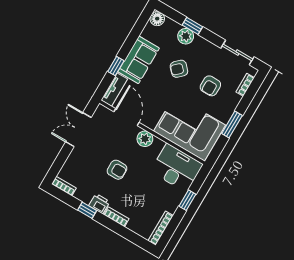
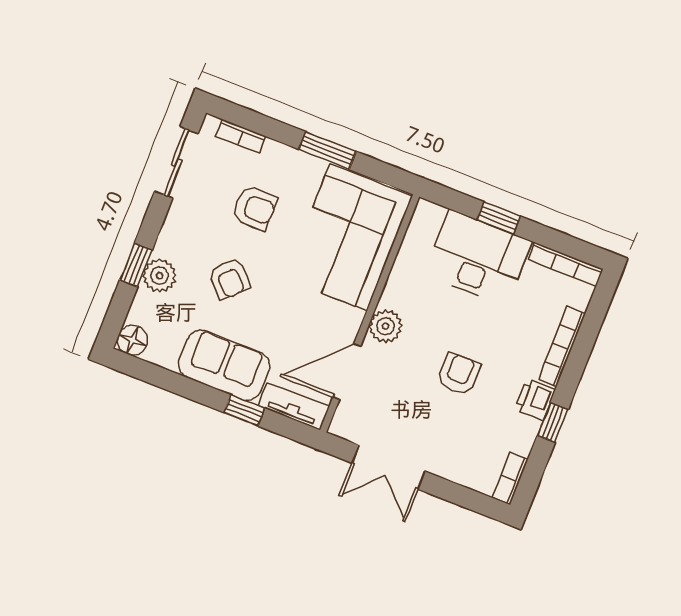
desk: (177, 168) -> (478, 258), moved, turned 90
bookcase: (116, 217) -> (562, 347), width x1.56

